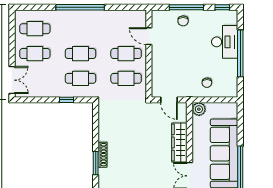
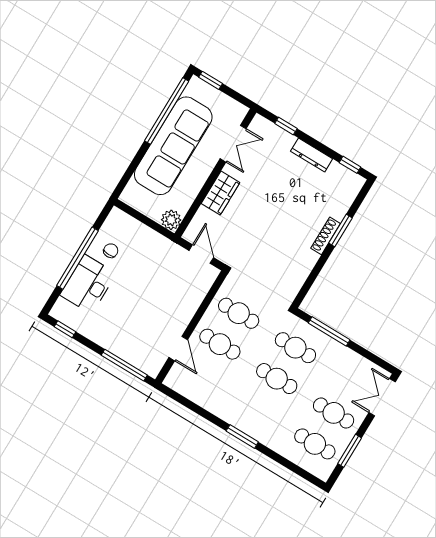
window: (80, 7) -> (242, 436), width x0.47
window: (186, 7) -> (124, 365), moved
chair: (183, 21) -> (124, 342), removed
window: (12, 37) -> (350, 451), added
chair: (207, 83) -> (111, 251), moved
window: (67, 100) -> (329, 331), width x2.17
wardrobe: (179, 142) -> (221, 193), width x0.67

